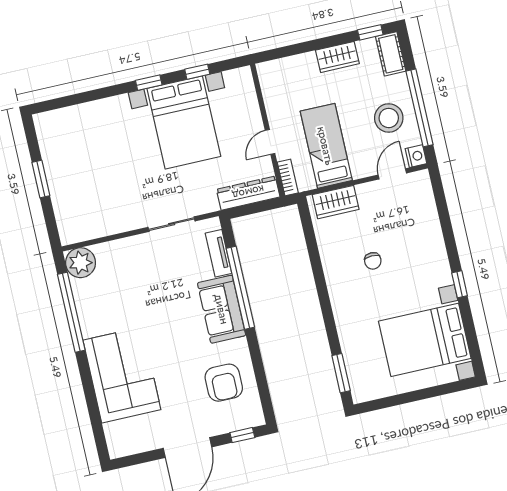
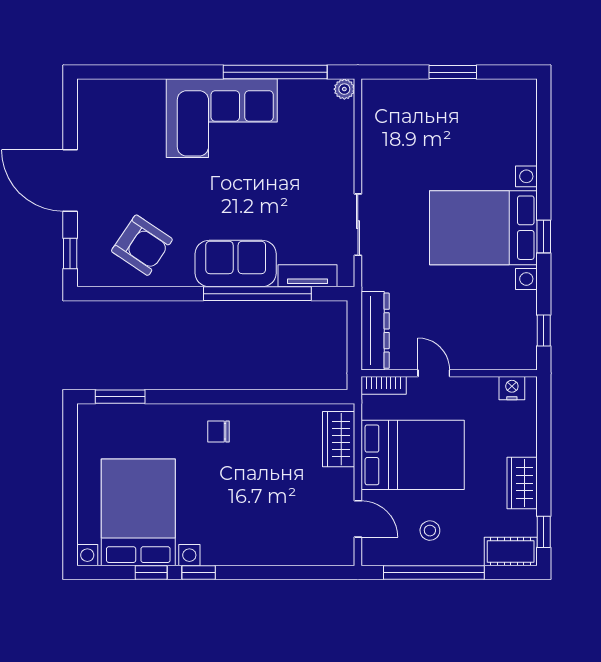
window: (197, 72) -> (544, 331), moved
stool: (389, 118) -> (430, 531), width x0.53, depth x0.53
bed with nightstands: (184, 122) -> (483, 228), moved
bed: (326, 146) -> (413, 455), width x1.50
nightstand: (416, 156) -> (512, 388), moved, turned 180
chair: (373, 261) -> (219, 431), moved
plant: (81, 263) -> (344, 89), width x0.53, depth x0.53
window: (468, 320) -> (151, 573), added
corner sofa: (122, 375) -> (222, 118), moved
armchair: (224, 383) -> (142, 245), turned -146

